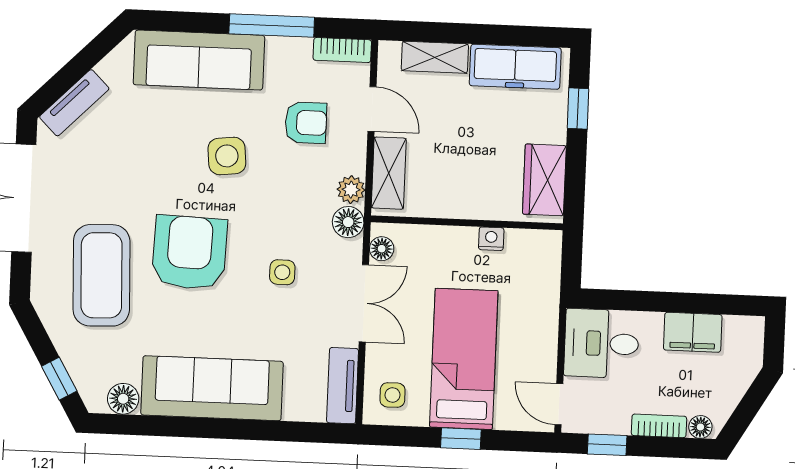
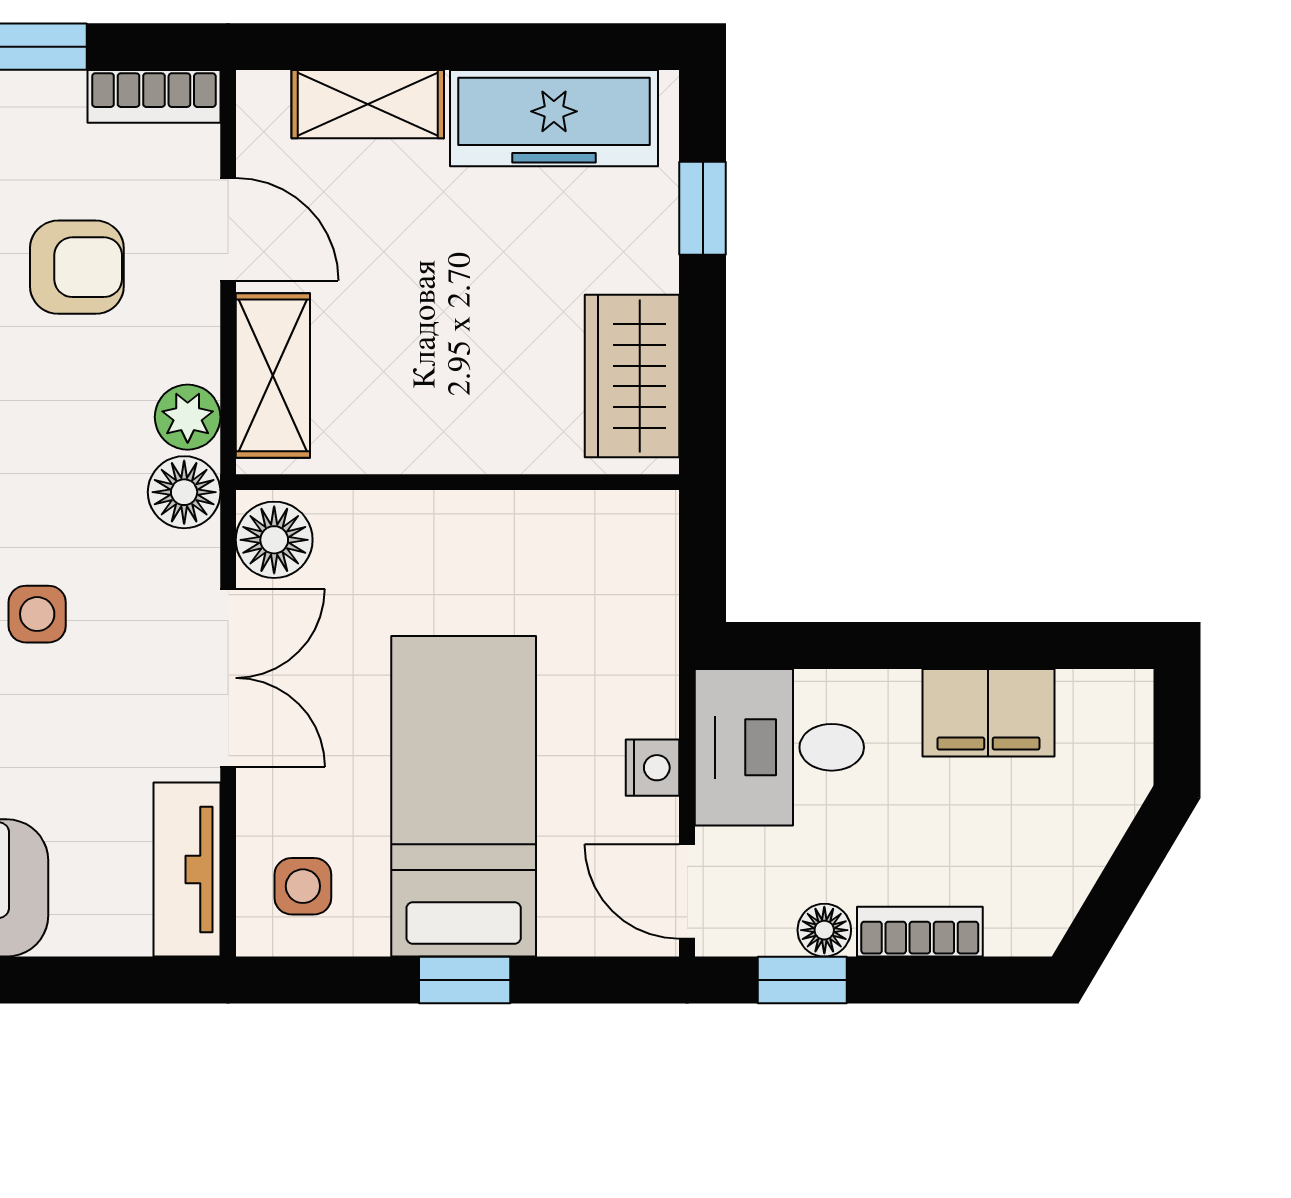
nightstand: (491, 239) -> (653, 768), moved, turned 90
floor lamp: (382, 249) -> (274, 540), width x1.37, depth x1.37
floor lamp: (700, 427) -> (824, 930), moved

